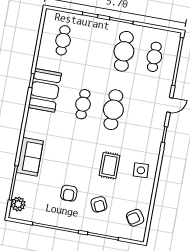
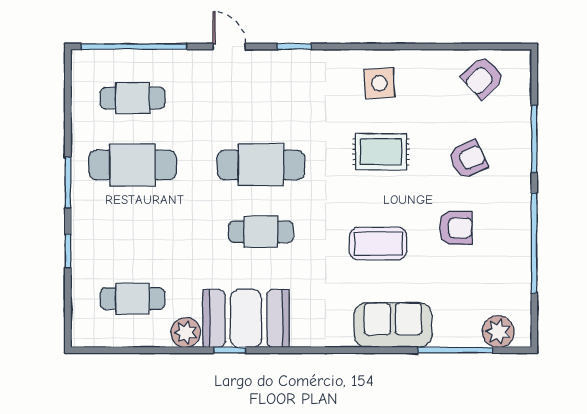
plant: (43, 62) -> (186, 333), added
coffee table: (68, 157) -> (378, 244), added
armchair: (135, 218) -> (483, 77), turned 79

